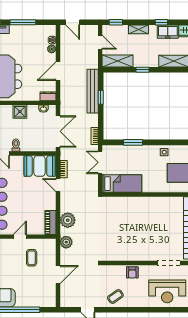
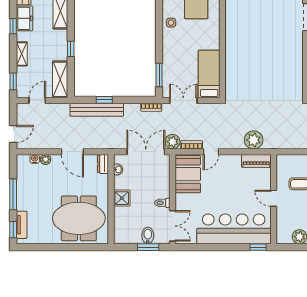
window: (133, 142) -> (159, 75), moved
double door: (100, 162) -> (183, 101), swing flipped
plant: (66, 242) -> (172, 142), moved

